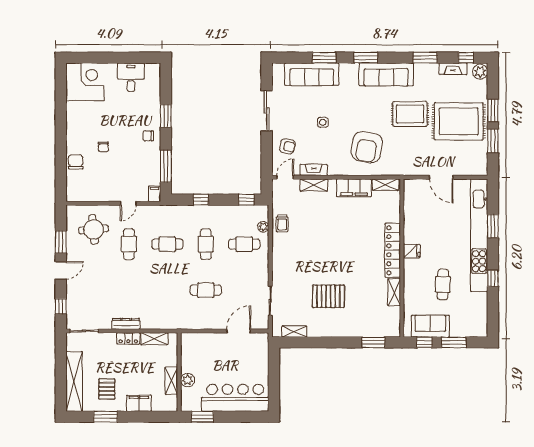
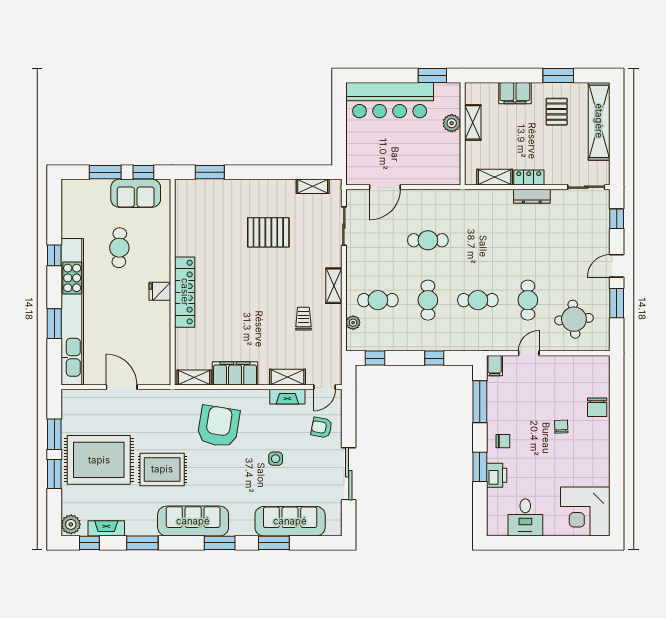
printer: (153, 110) -> (497, 475), added
trolley: (282, 223) -> (303, 319), moved
shelving: (394, 292) -> (334, 286), moved

